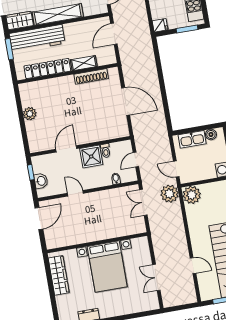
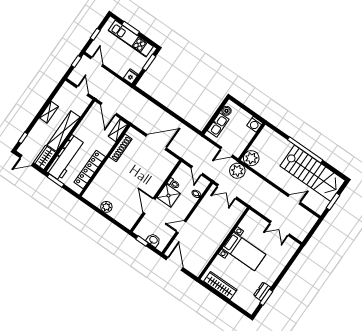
shelving: (84, 63) -> (118, 130), moved
bed with nightstands: (107, 267) -> (244, 251), width x0.73

